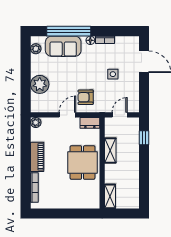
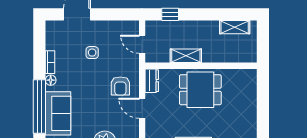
shelving: (110, 196) -> (235, 27), moved

